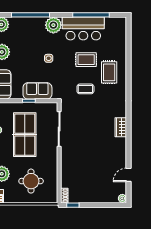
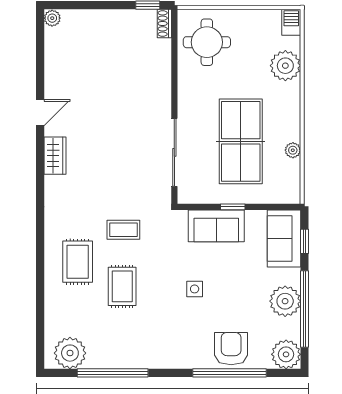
plant: (53, 25) -> (70, 353), moved
armchair: (30, 27) -> (231, 349), added
bar counter: (83, 28) -> (128, 347), removed
rug: (86, 60) -> (122, 286), turned 90
door: (129, 175) -> (40, 113), moved
round table: (31, 181) -> (207, 42), moved

